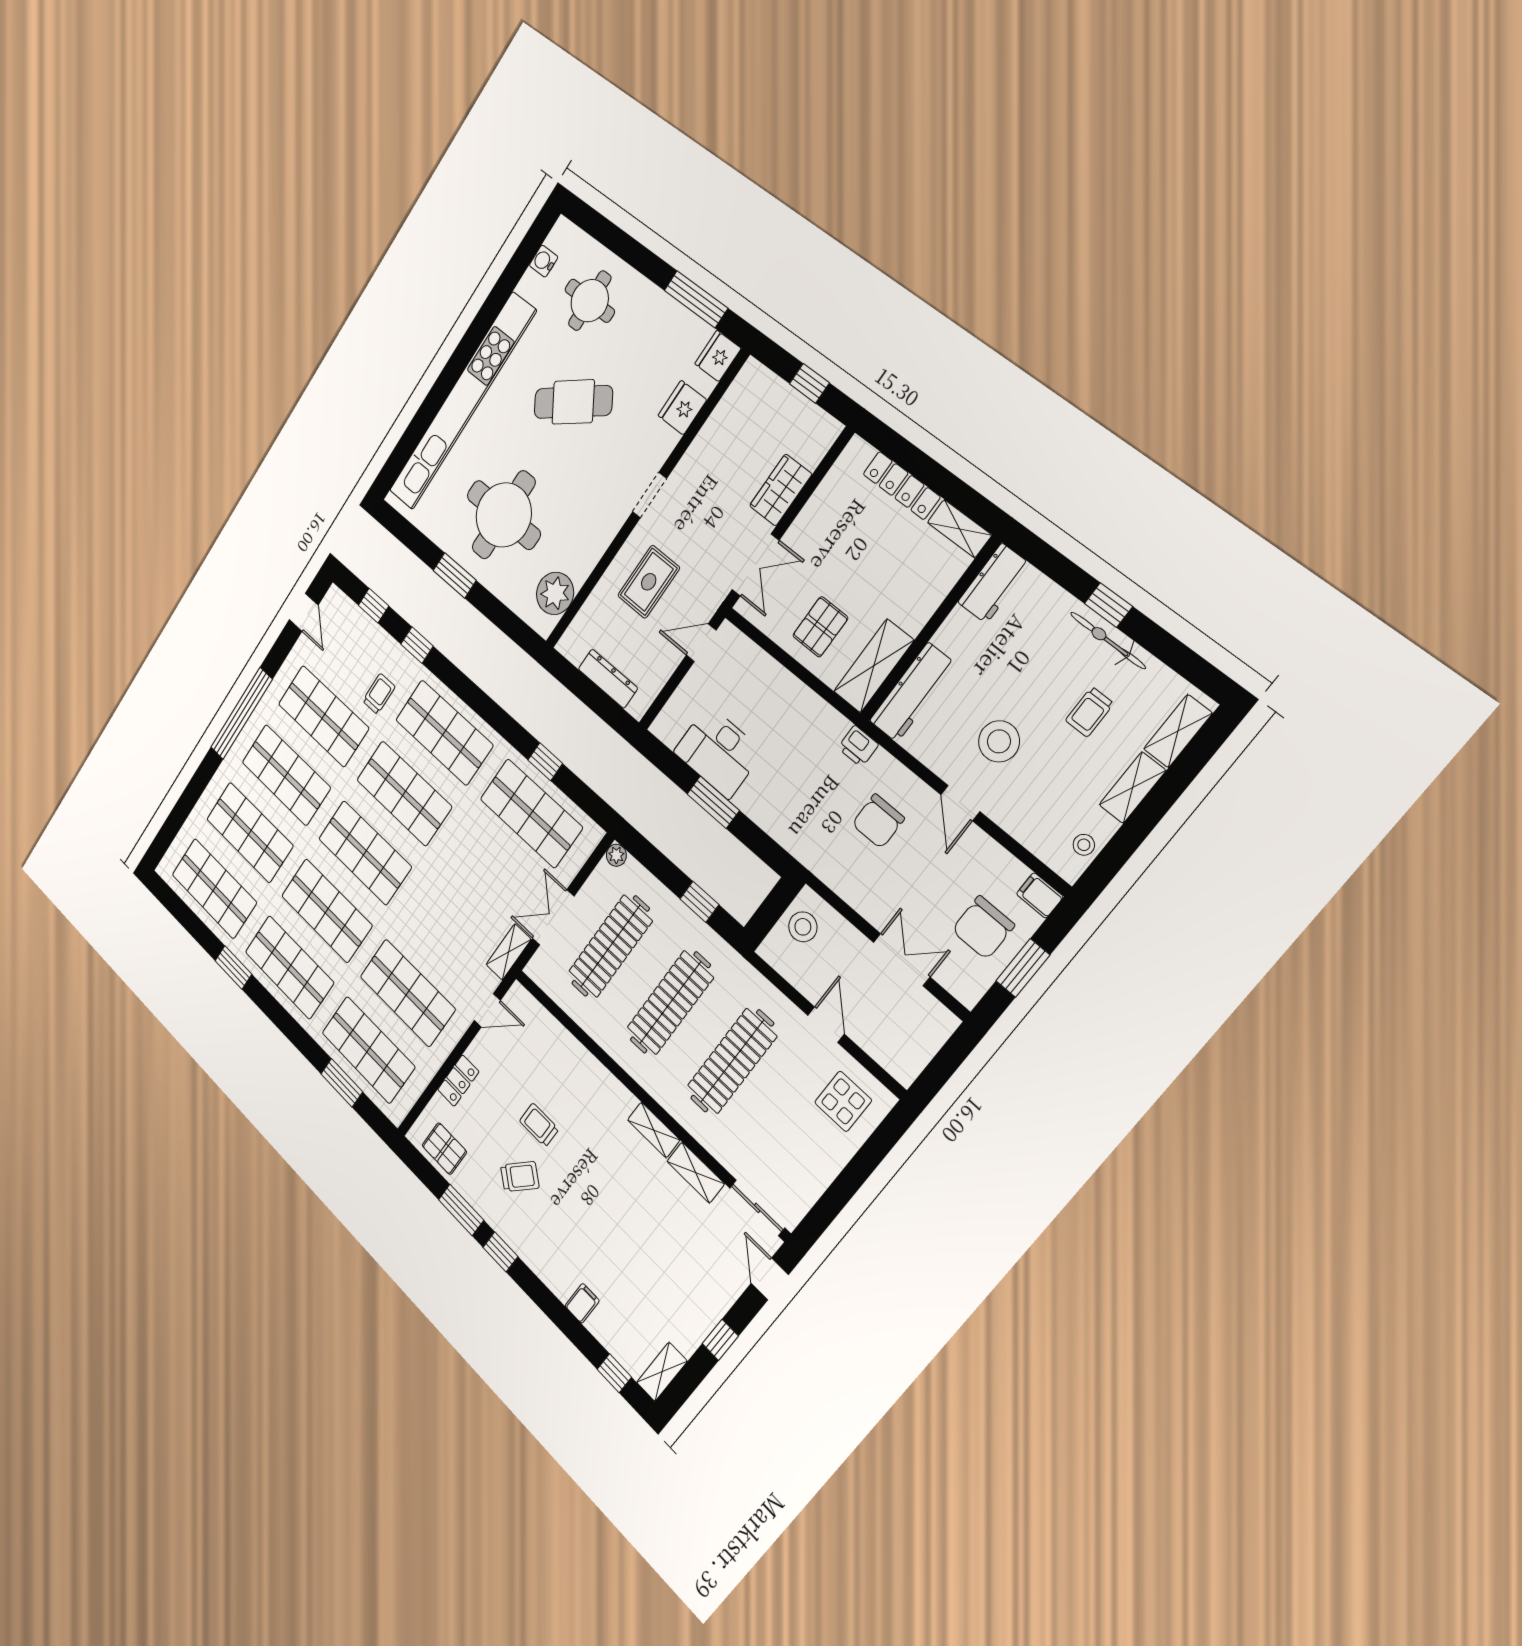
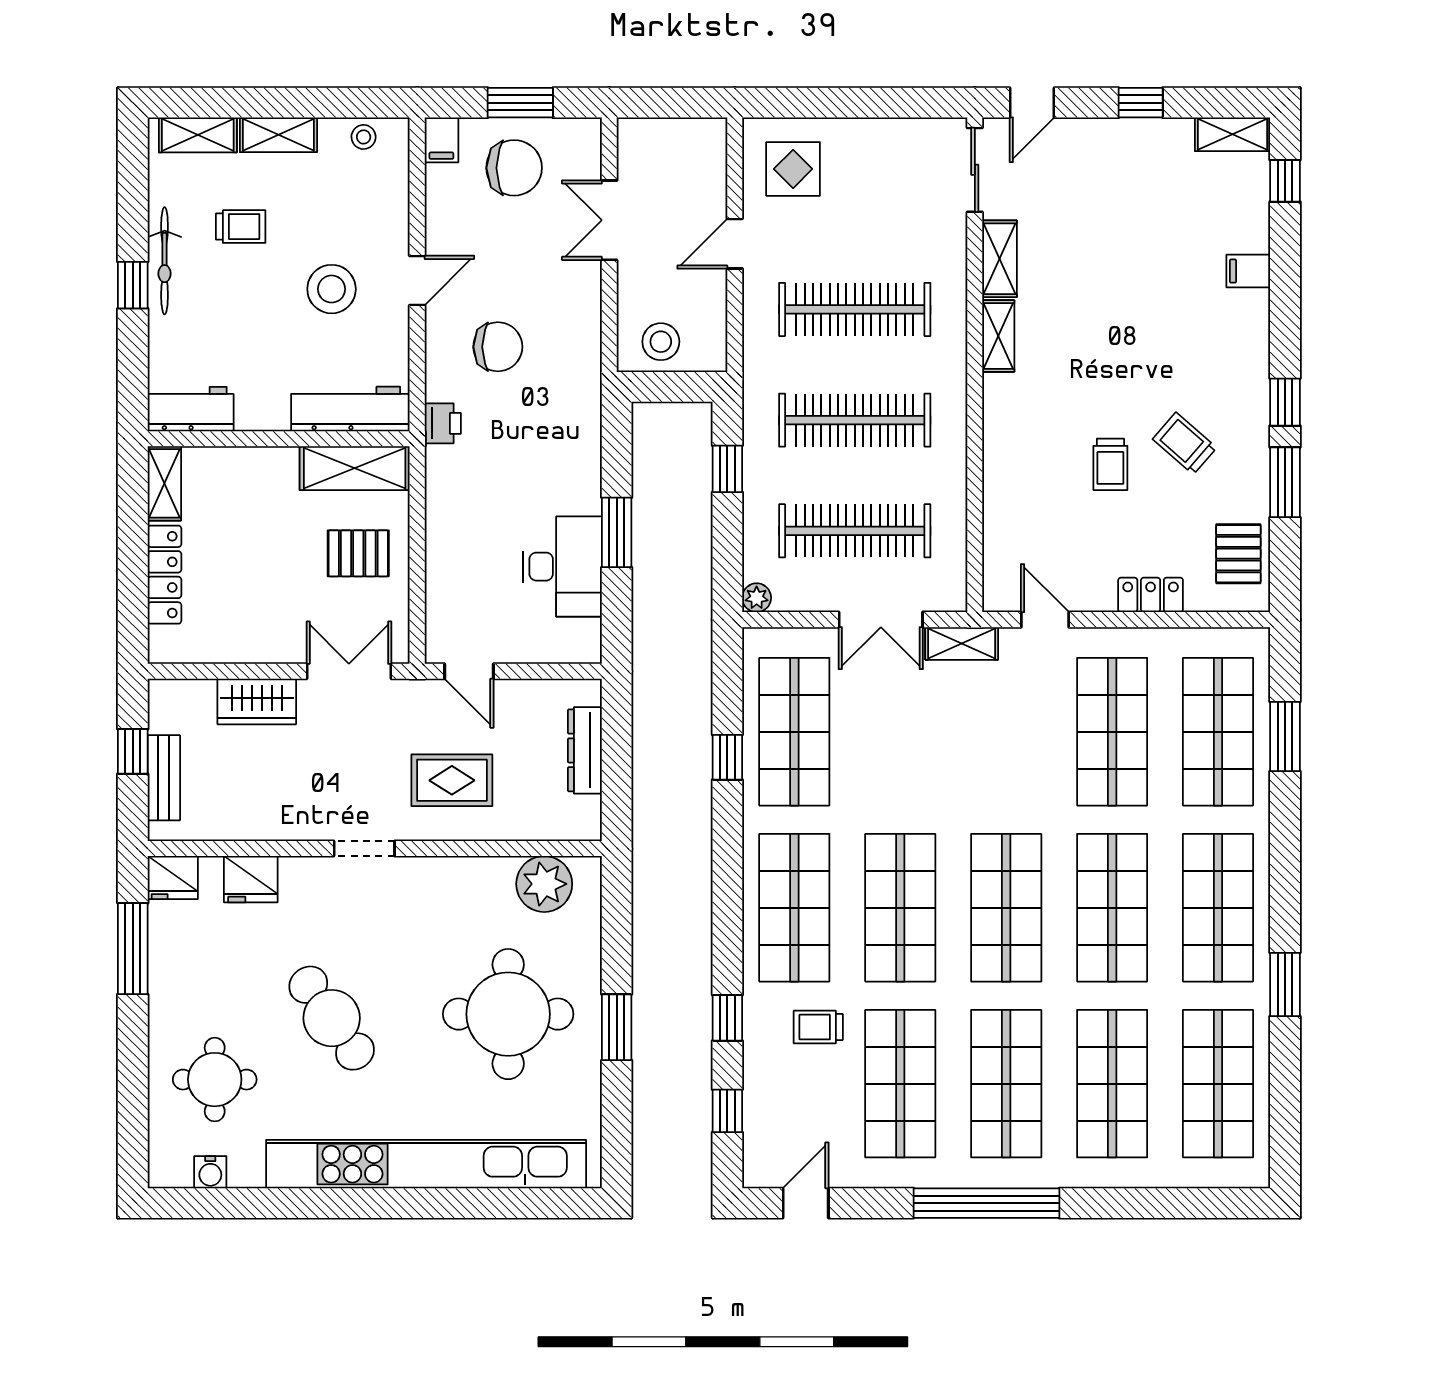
bench: (779, 393) -> (164, 778), added

